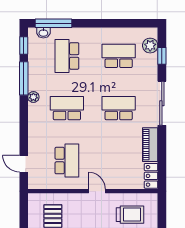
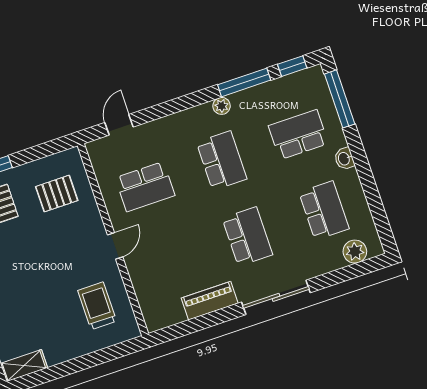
washbasin: (43, 33) -> (344, 159), moved
window: (162, 56) -> (346, 274), removed
locker: (151, 176) -> (164, 317), removed
trolley: (130, 215) -> (97, 306), turned 180

